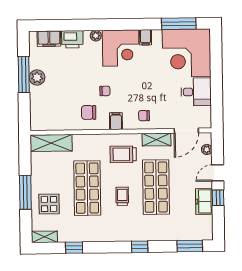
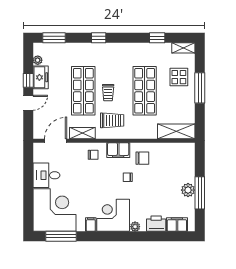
filing cabinet: (116, 121) -> (118, 150), width x2.00
plant: (207, 149) -> (38, 60), moved
trolley: (122, 196) -> (108, 93), moved

